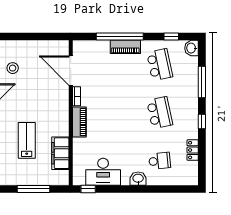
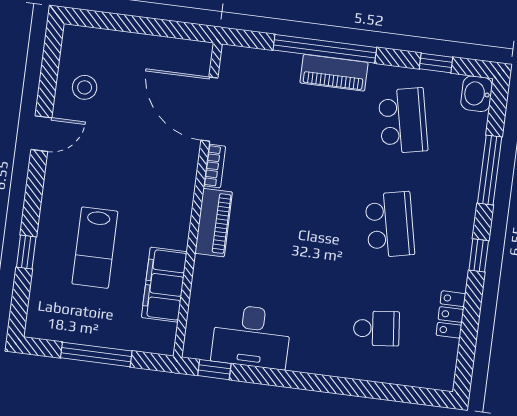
lab bench: (27, 140) -> (95, 248), turned 180
washbasin: (138, 179) -> (325, 361), removed

